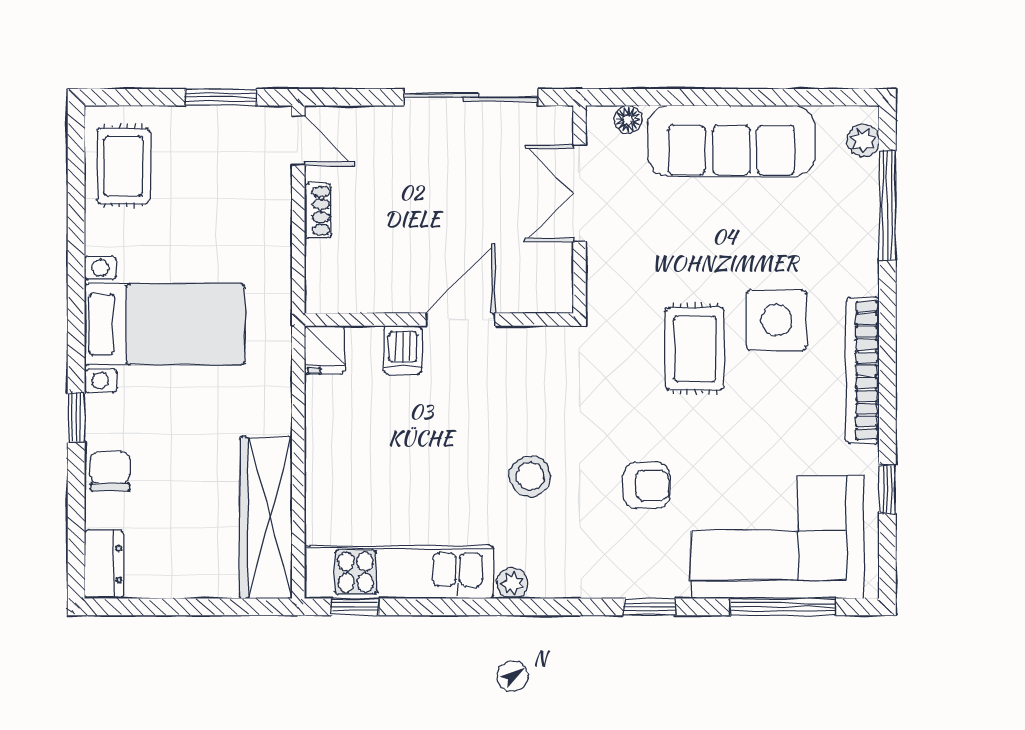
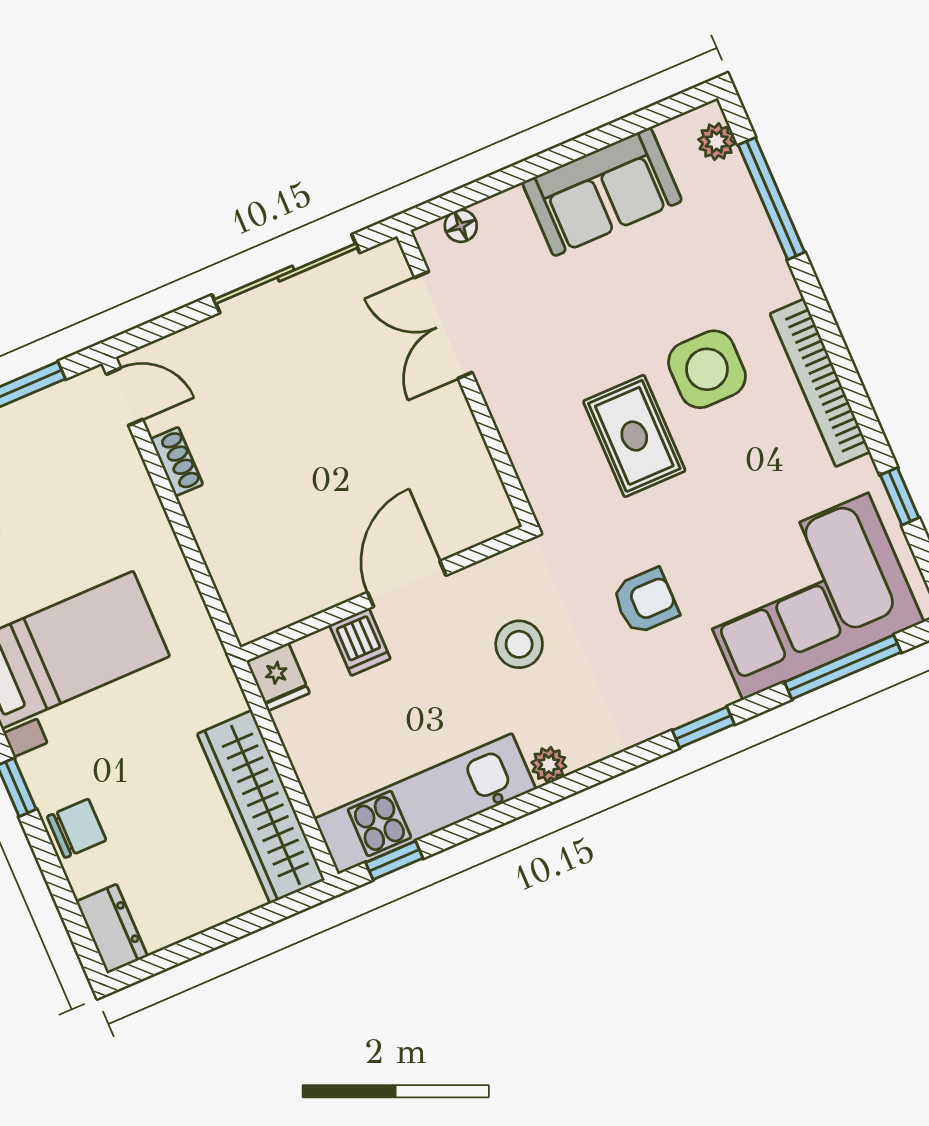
sofa: (731, 141) -> (602, 192), width x0.73
wall: (439, 319) -> (384, 594), moved
door: (460, 319) -> (407, 584), moved
fridge: (325, 350) -> (278, 677), moved
dishwasher: (403, 350) -> (360, 642), moved
chair: (110, 471) -> (77, 828), turned 90

